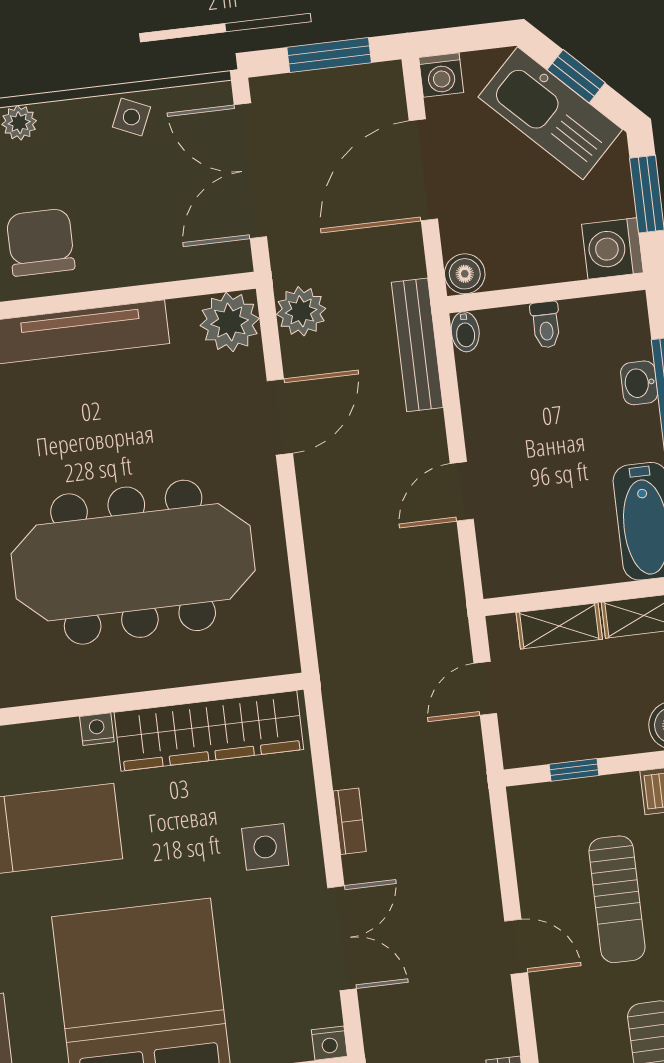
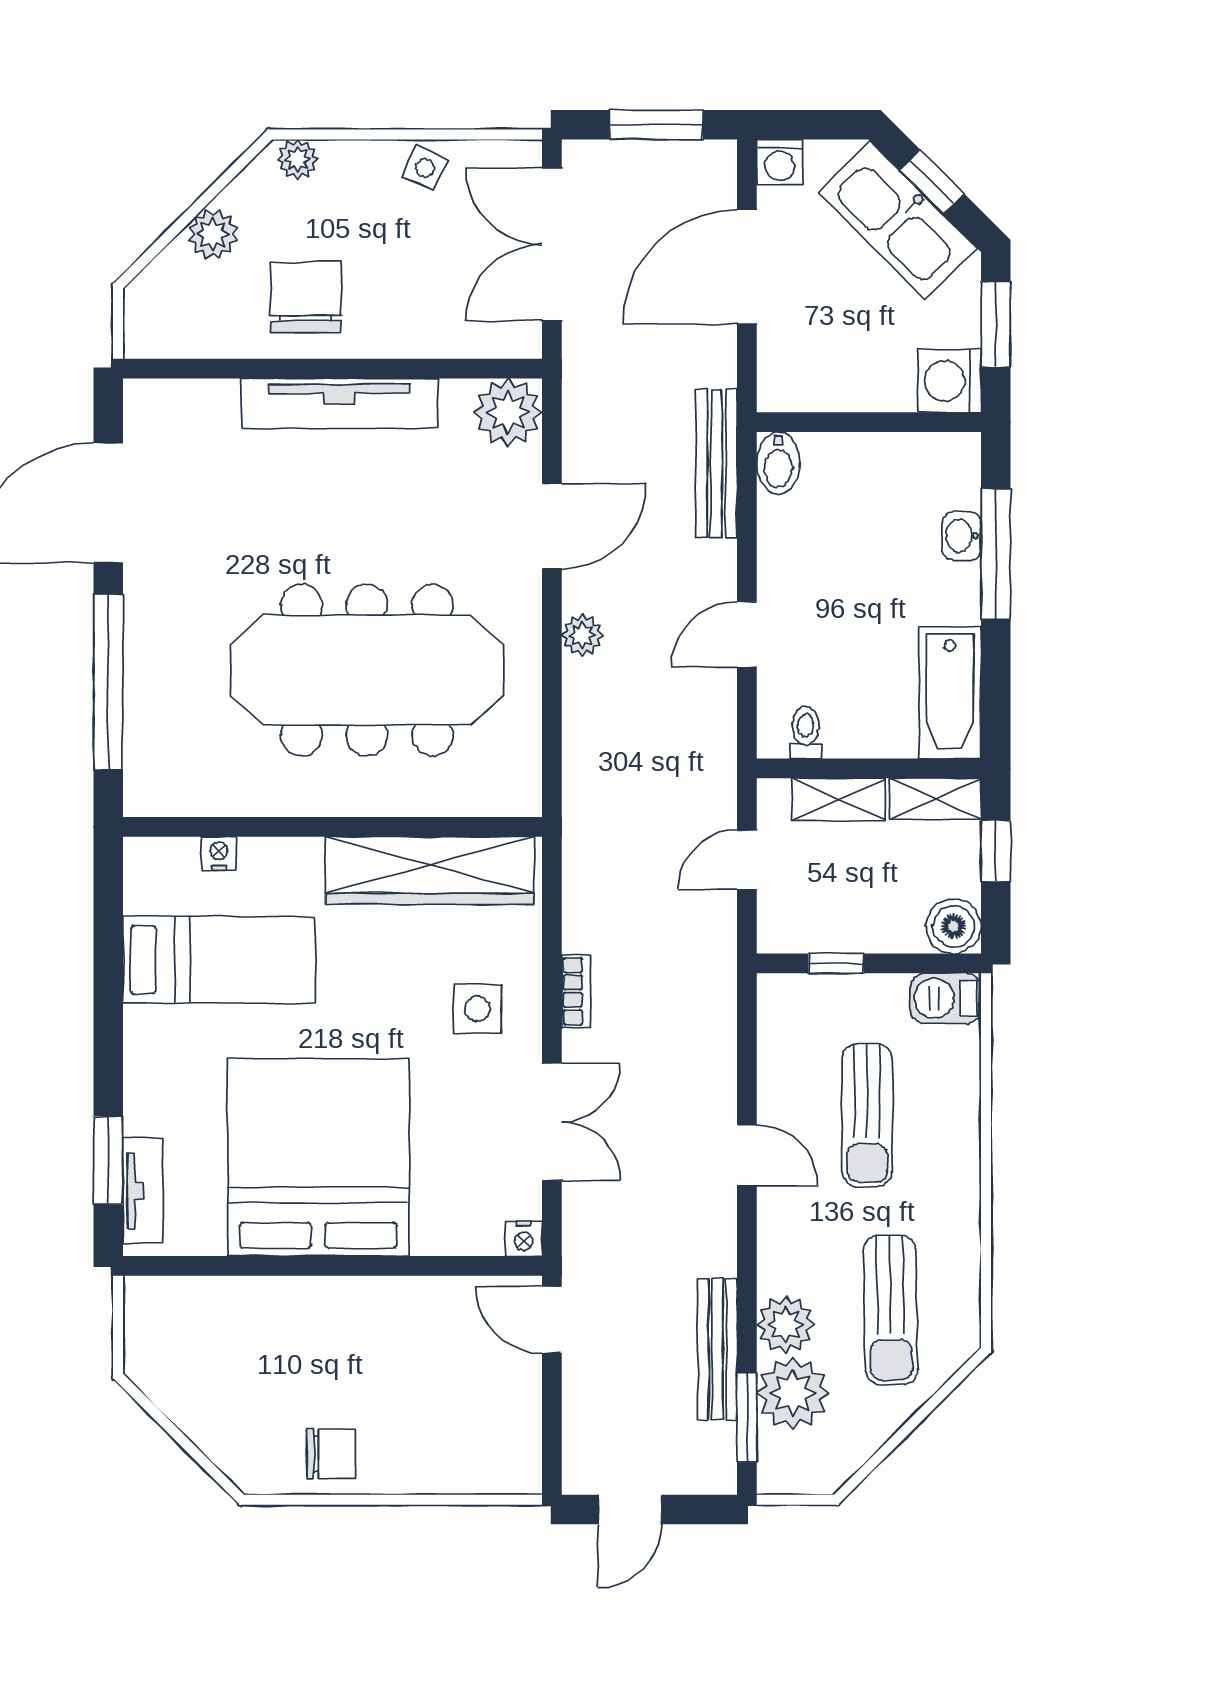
boiler: (465, 274) -> (780, 390), removed
plant: (301, 311) -> (582, 635), moved, width x0.73, depth x0.73
toilet: (546, 325) -> (806, 733), moved, turned 180
bidet: (465, 332) -> (778, 463), width x1.38, depth x1.36
nightstand: (97, 729) -> (219, 853), moved

